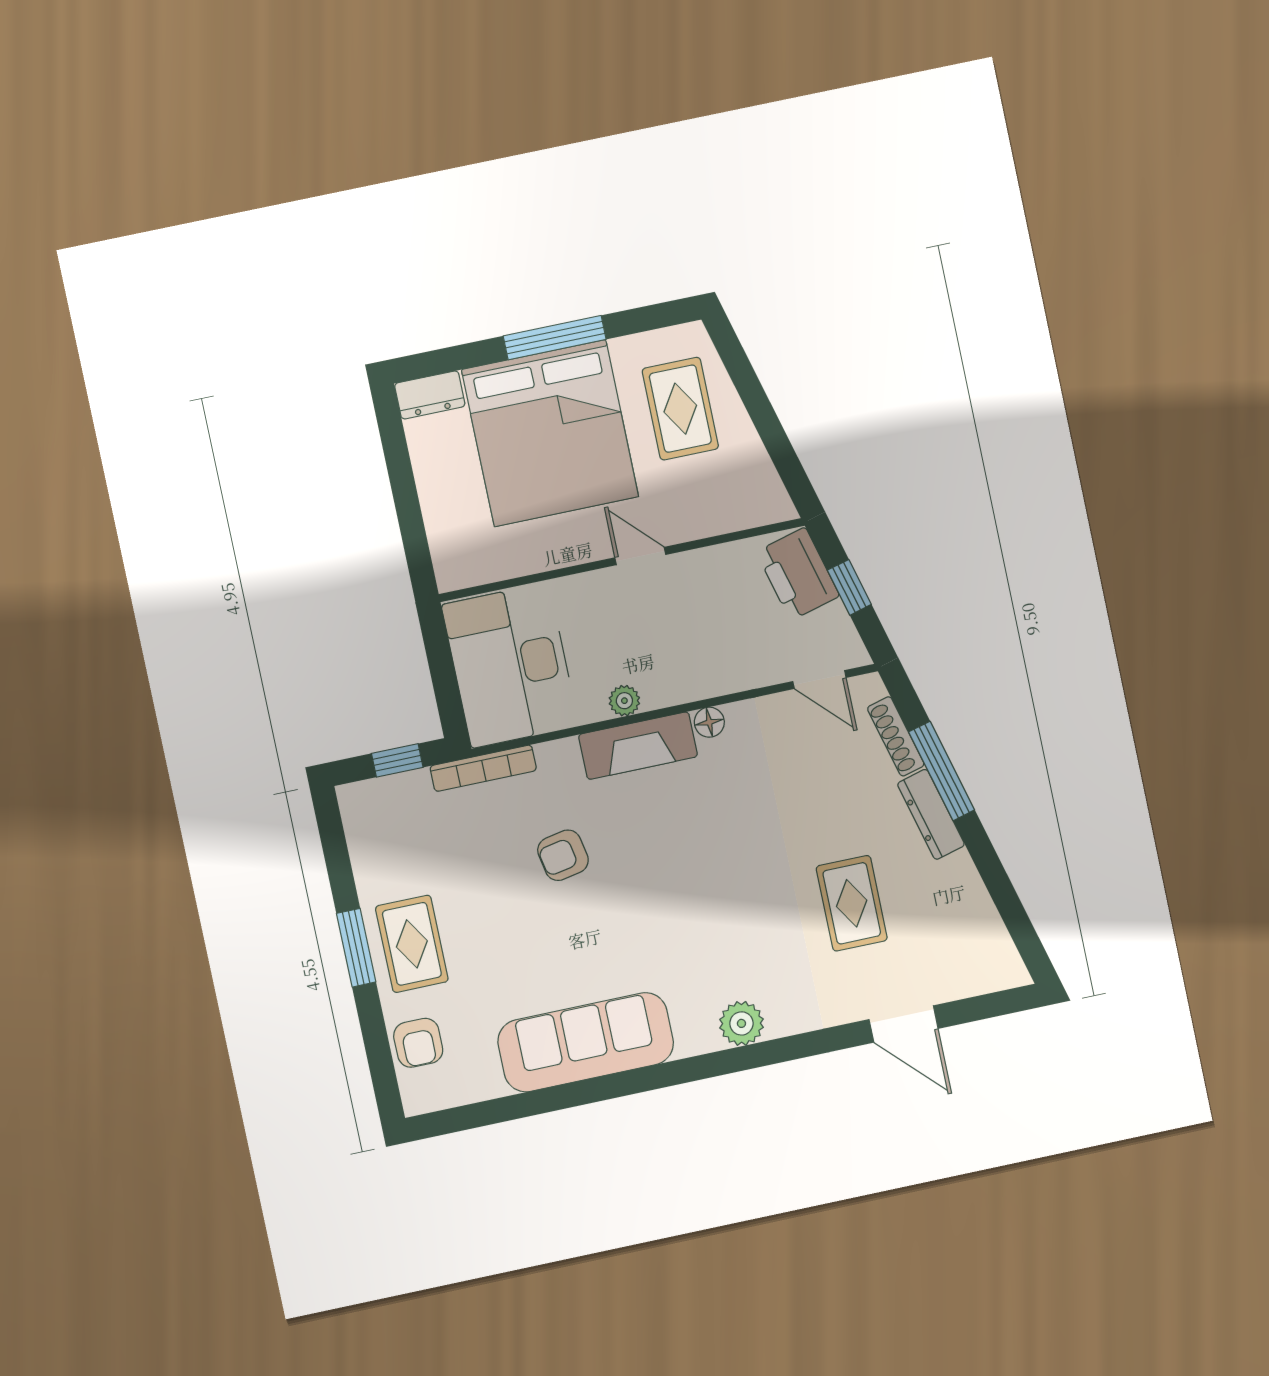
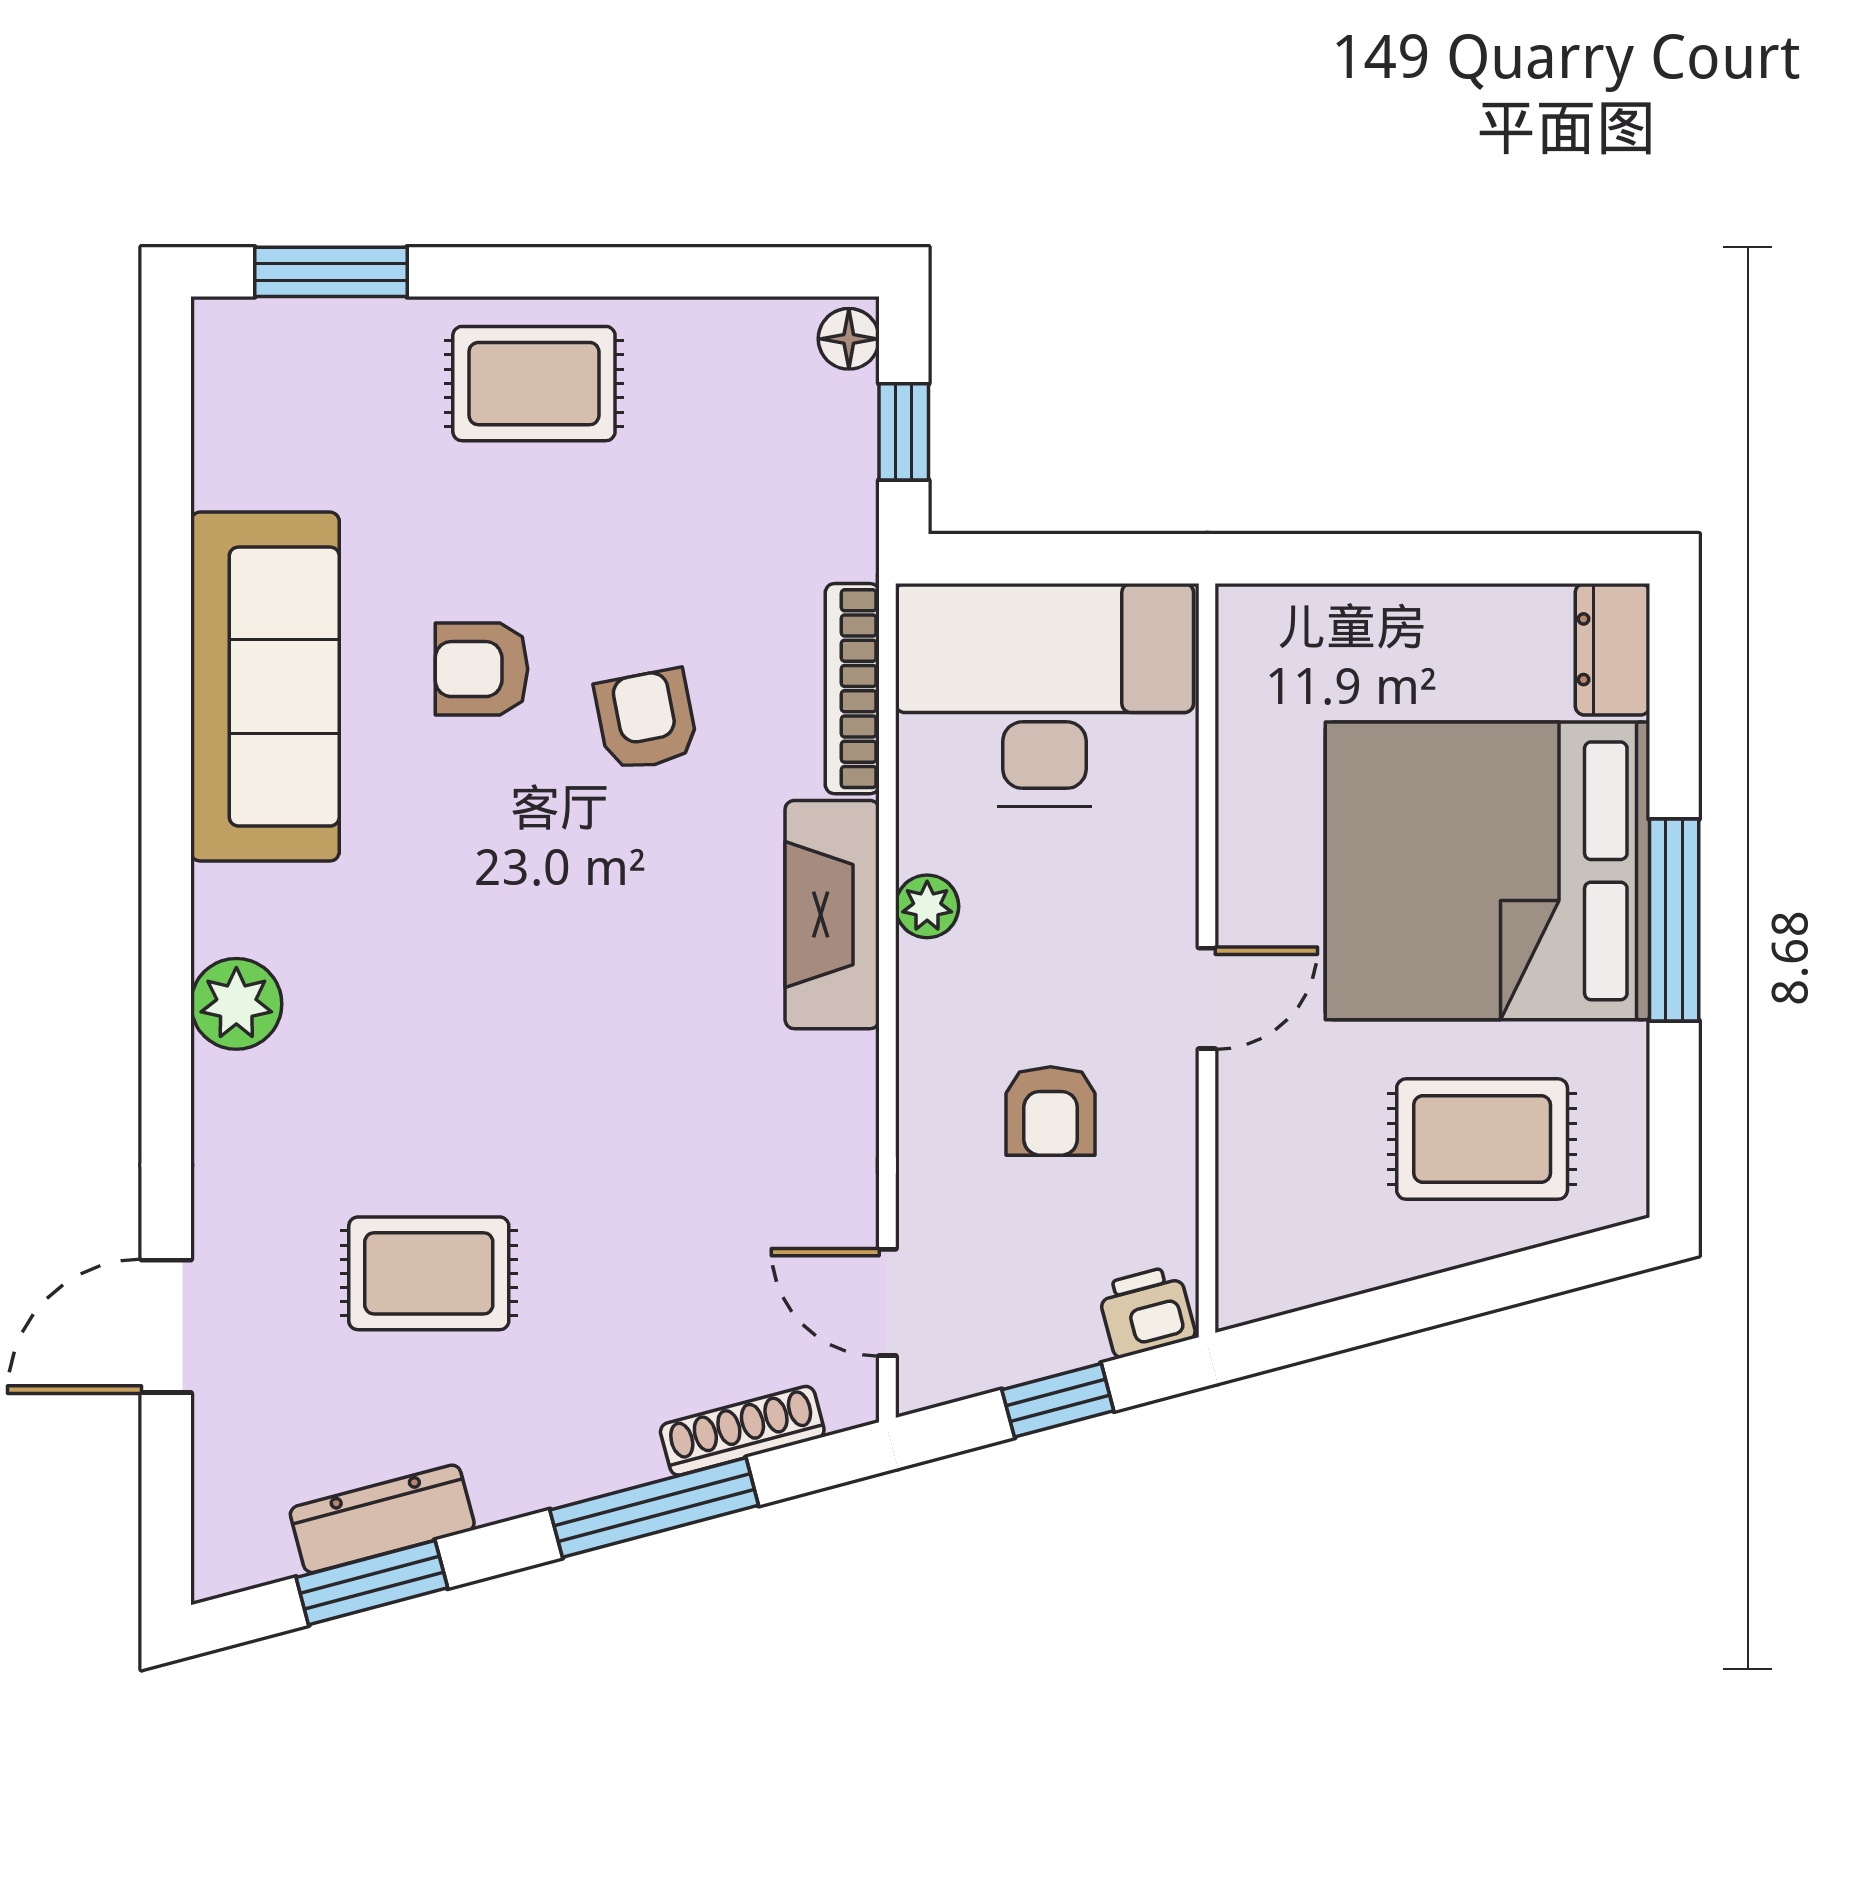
printer: (798, 574) -> (1146, 1312), width x0.53, depth x0.68
armchair: (711, 620) -> (1051, 1111), added
door: (819, 680) -> (887, 1302), hinge flipped
floor lamp: (709, 722) -> (849, 339), moved
bookcase: (483, 768) -> (852, 689), moved
dresser: (931, 814) -> (382, 1519), moved
window: (1006, 899) -> (372, 1583), added
window: (356, 948) -> (331, 272), moved
armchair: (418, 1043) -> (481, 669), moved

